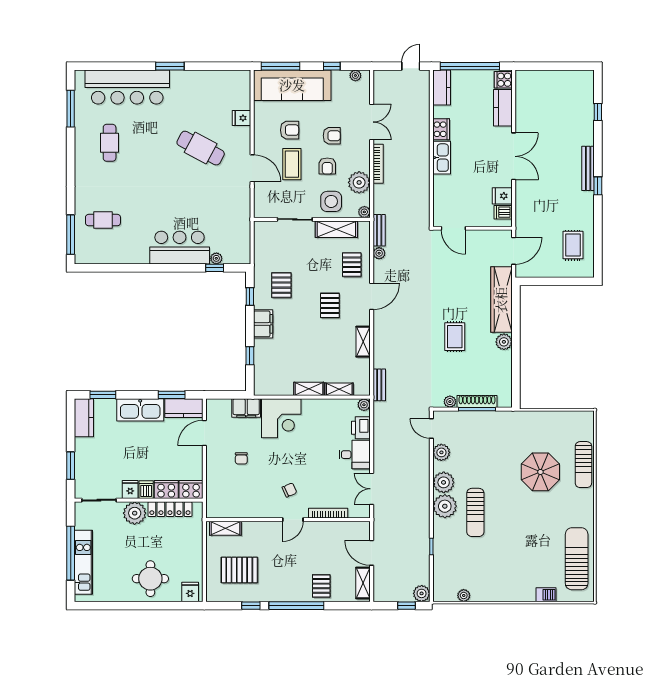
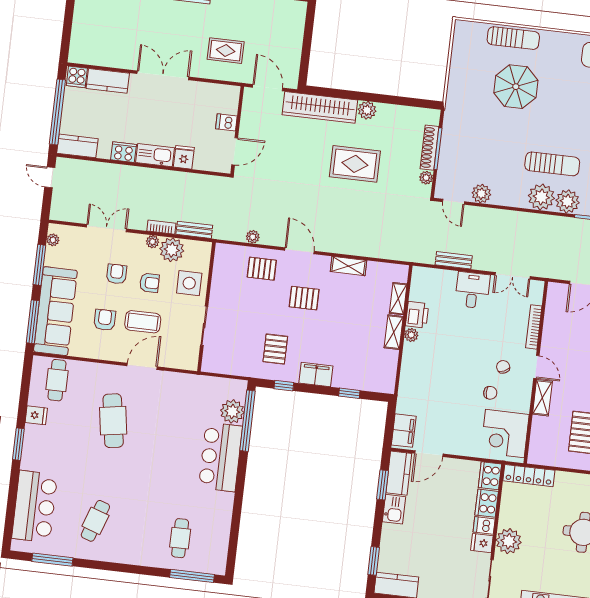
window: (332, 66) -> (39, 265), width x2.17
bar counter: (127, 87) -> (35, 506), width x0.73
cafe table: (231, 94) -> (57, 380), added
fridge: (241, 118) -> (36, 415), moved, turned -90
cafe table: (110, 143) -> (95, 521), turned -71
cafe table: (201, 148) -> (113, 421), turned -37
bookcase: (378, 164) -> (161, 227), width x0.64
fridge: (502, 196) -> (184, 157), moved, turned 180
plant: (364, 212) -> (152, 242), moved
dishwasher: (503, 212) -> (226, 122), moved, turned 90
shelving: (336, 229) -> (221, 281), removed
bench: (379, 230) -> (194, 230), moved
rug: (573, 245) -> (226, 51), moved
plant: (216, 258) -> (232, 411), width x1.88, depth x1.88
window: (215, 268) -> (248, 421), width x3.17
pallet: (281, 285) -> (275, 349), turned 90
rug: (455, 337) -> (355, 164), width x1.36, depth x1.43
bench: (379, 385) -> (454, 260), moved
plant: (364, 405) -> (411, 335), moved
filing cabinet: (246, 408) -> (404, 431), moved
kitchen sink: (140, 410) -> (394, 509), width x0.53, depth x0.81
corner desk: (281, 418) -> (505, 434), moved, turned 180
printer: (361, 428) -> (417, 315), moved, turned -90
door: (431, 428) -> (454, 202), hinge flipped
door: (204, 433) -> (429, 454), hinge flipped
chair: (241, 458) -> (490, 393), moved
plant: (444, 482) -> (567, 201), moved
locker: (170, 509) -> (529, 476), moved, turned 90
shelving: (225, 528) -> (542, 398), moved

